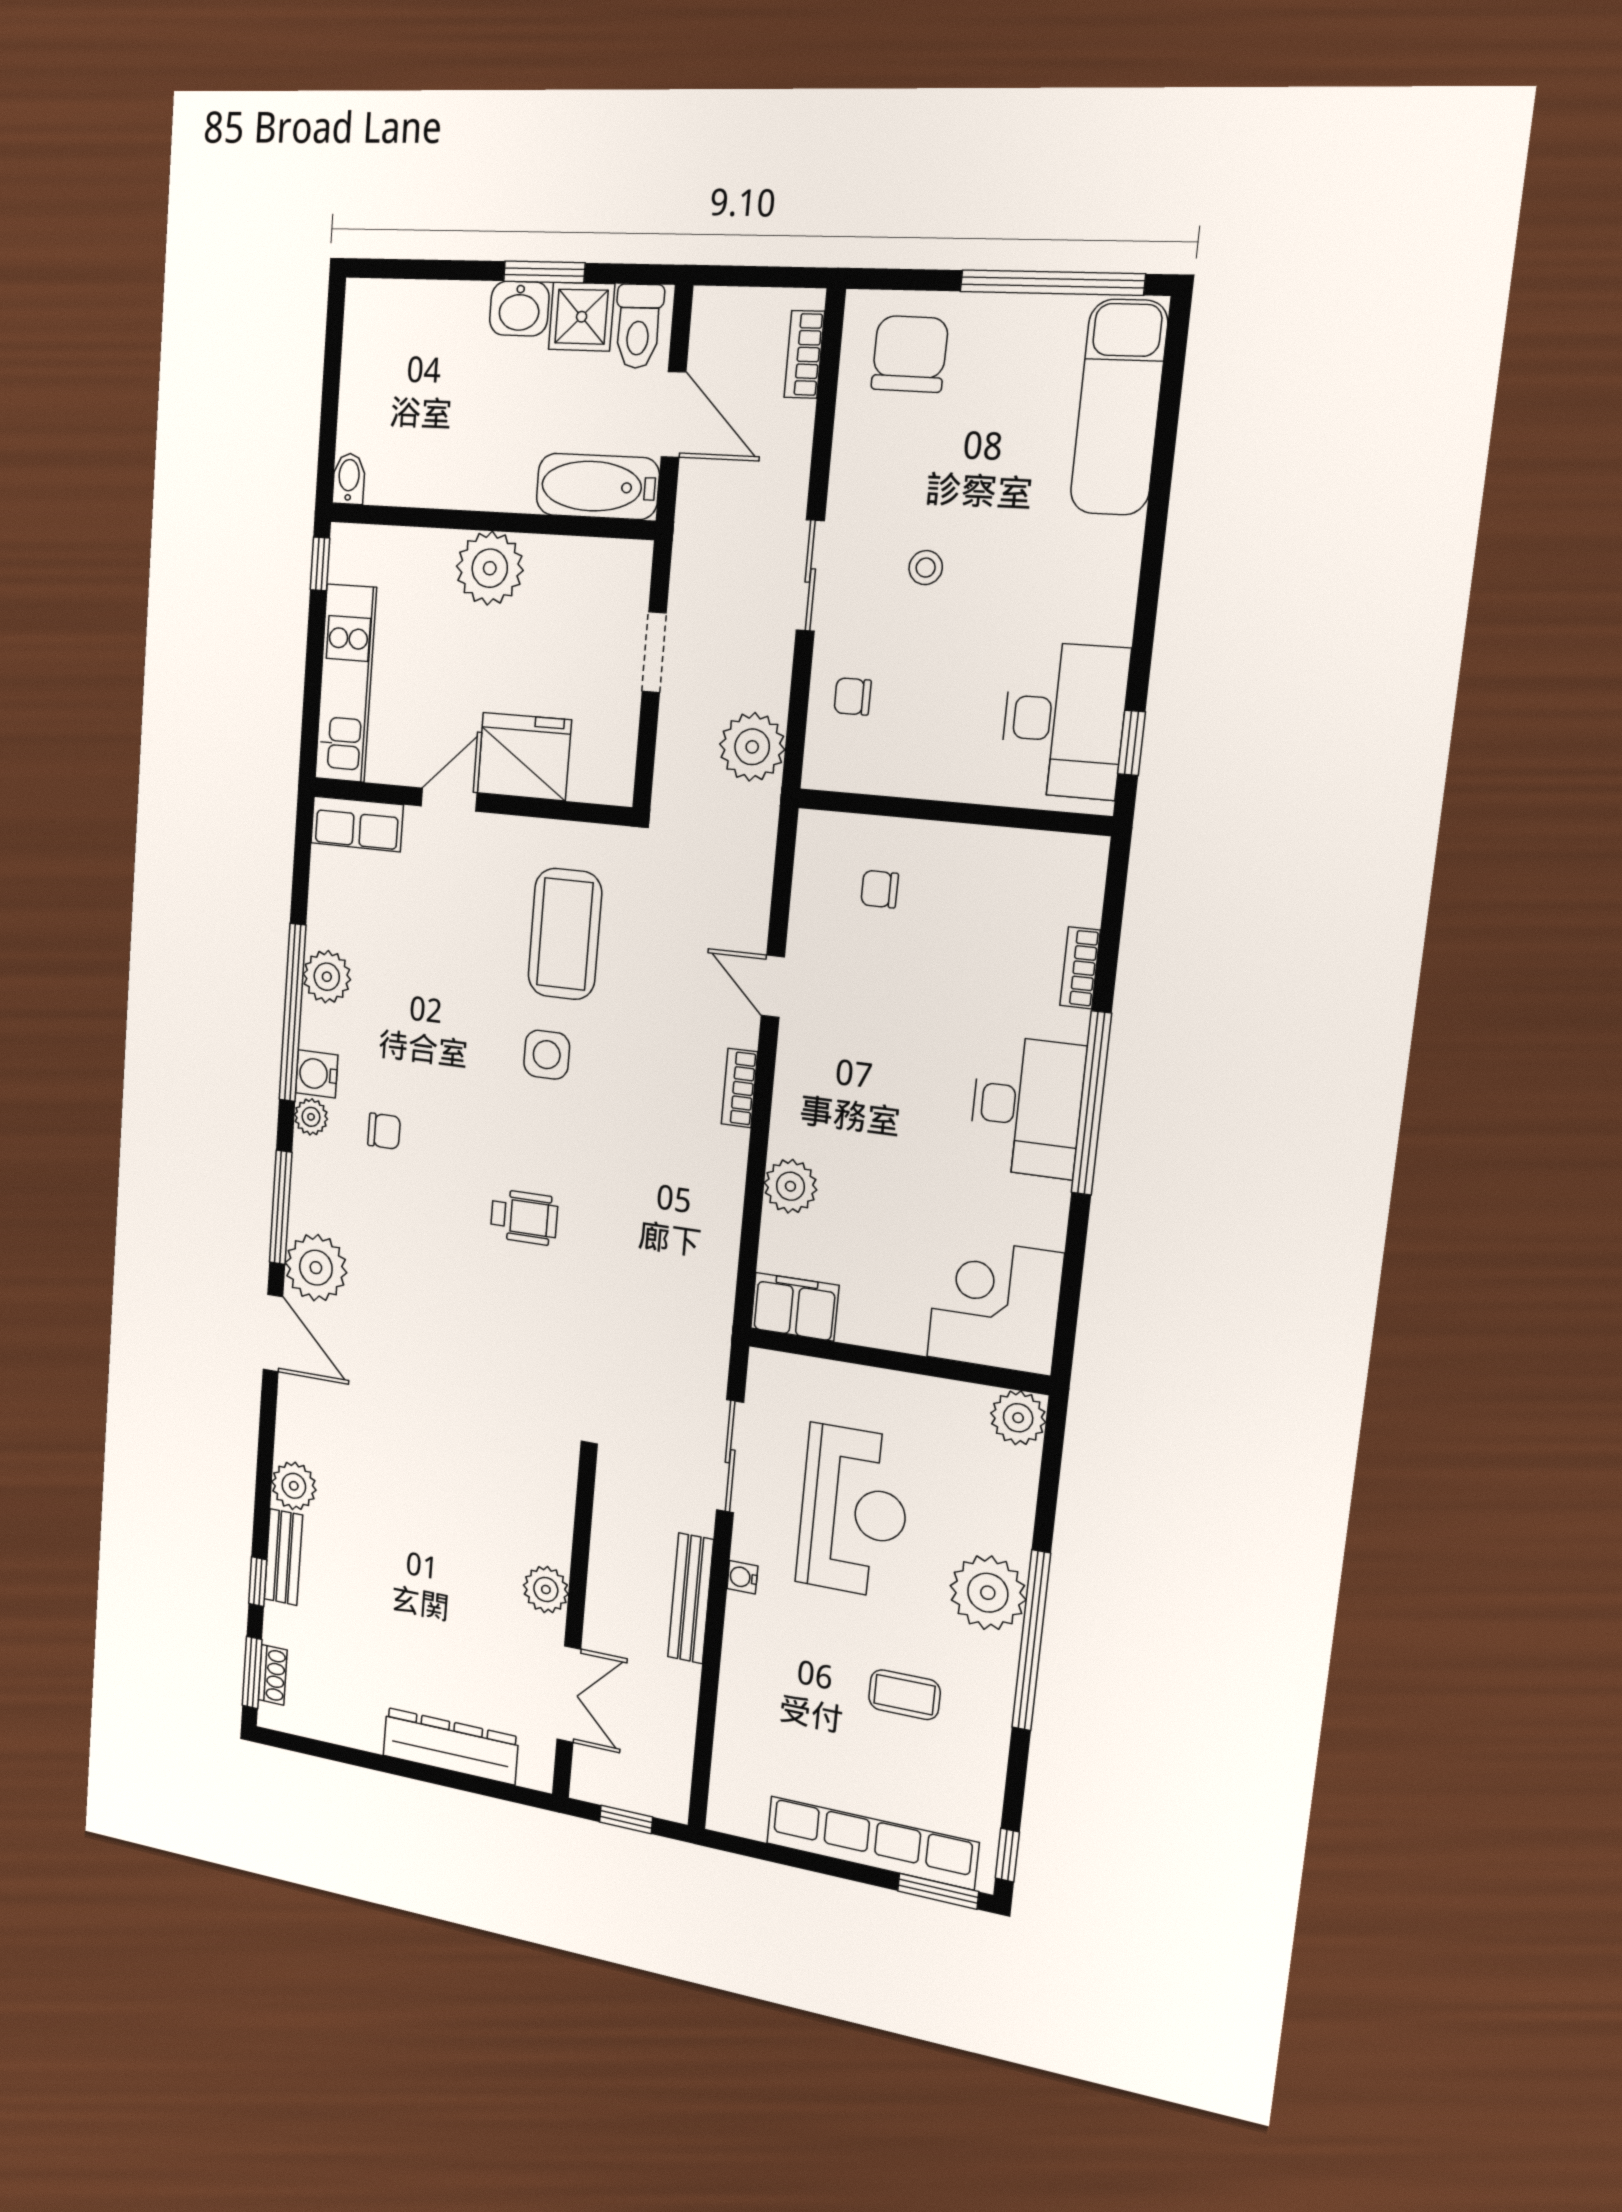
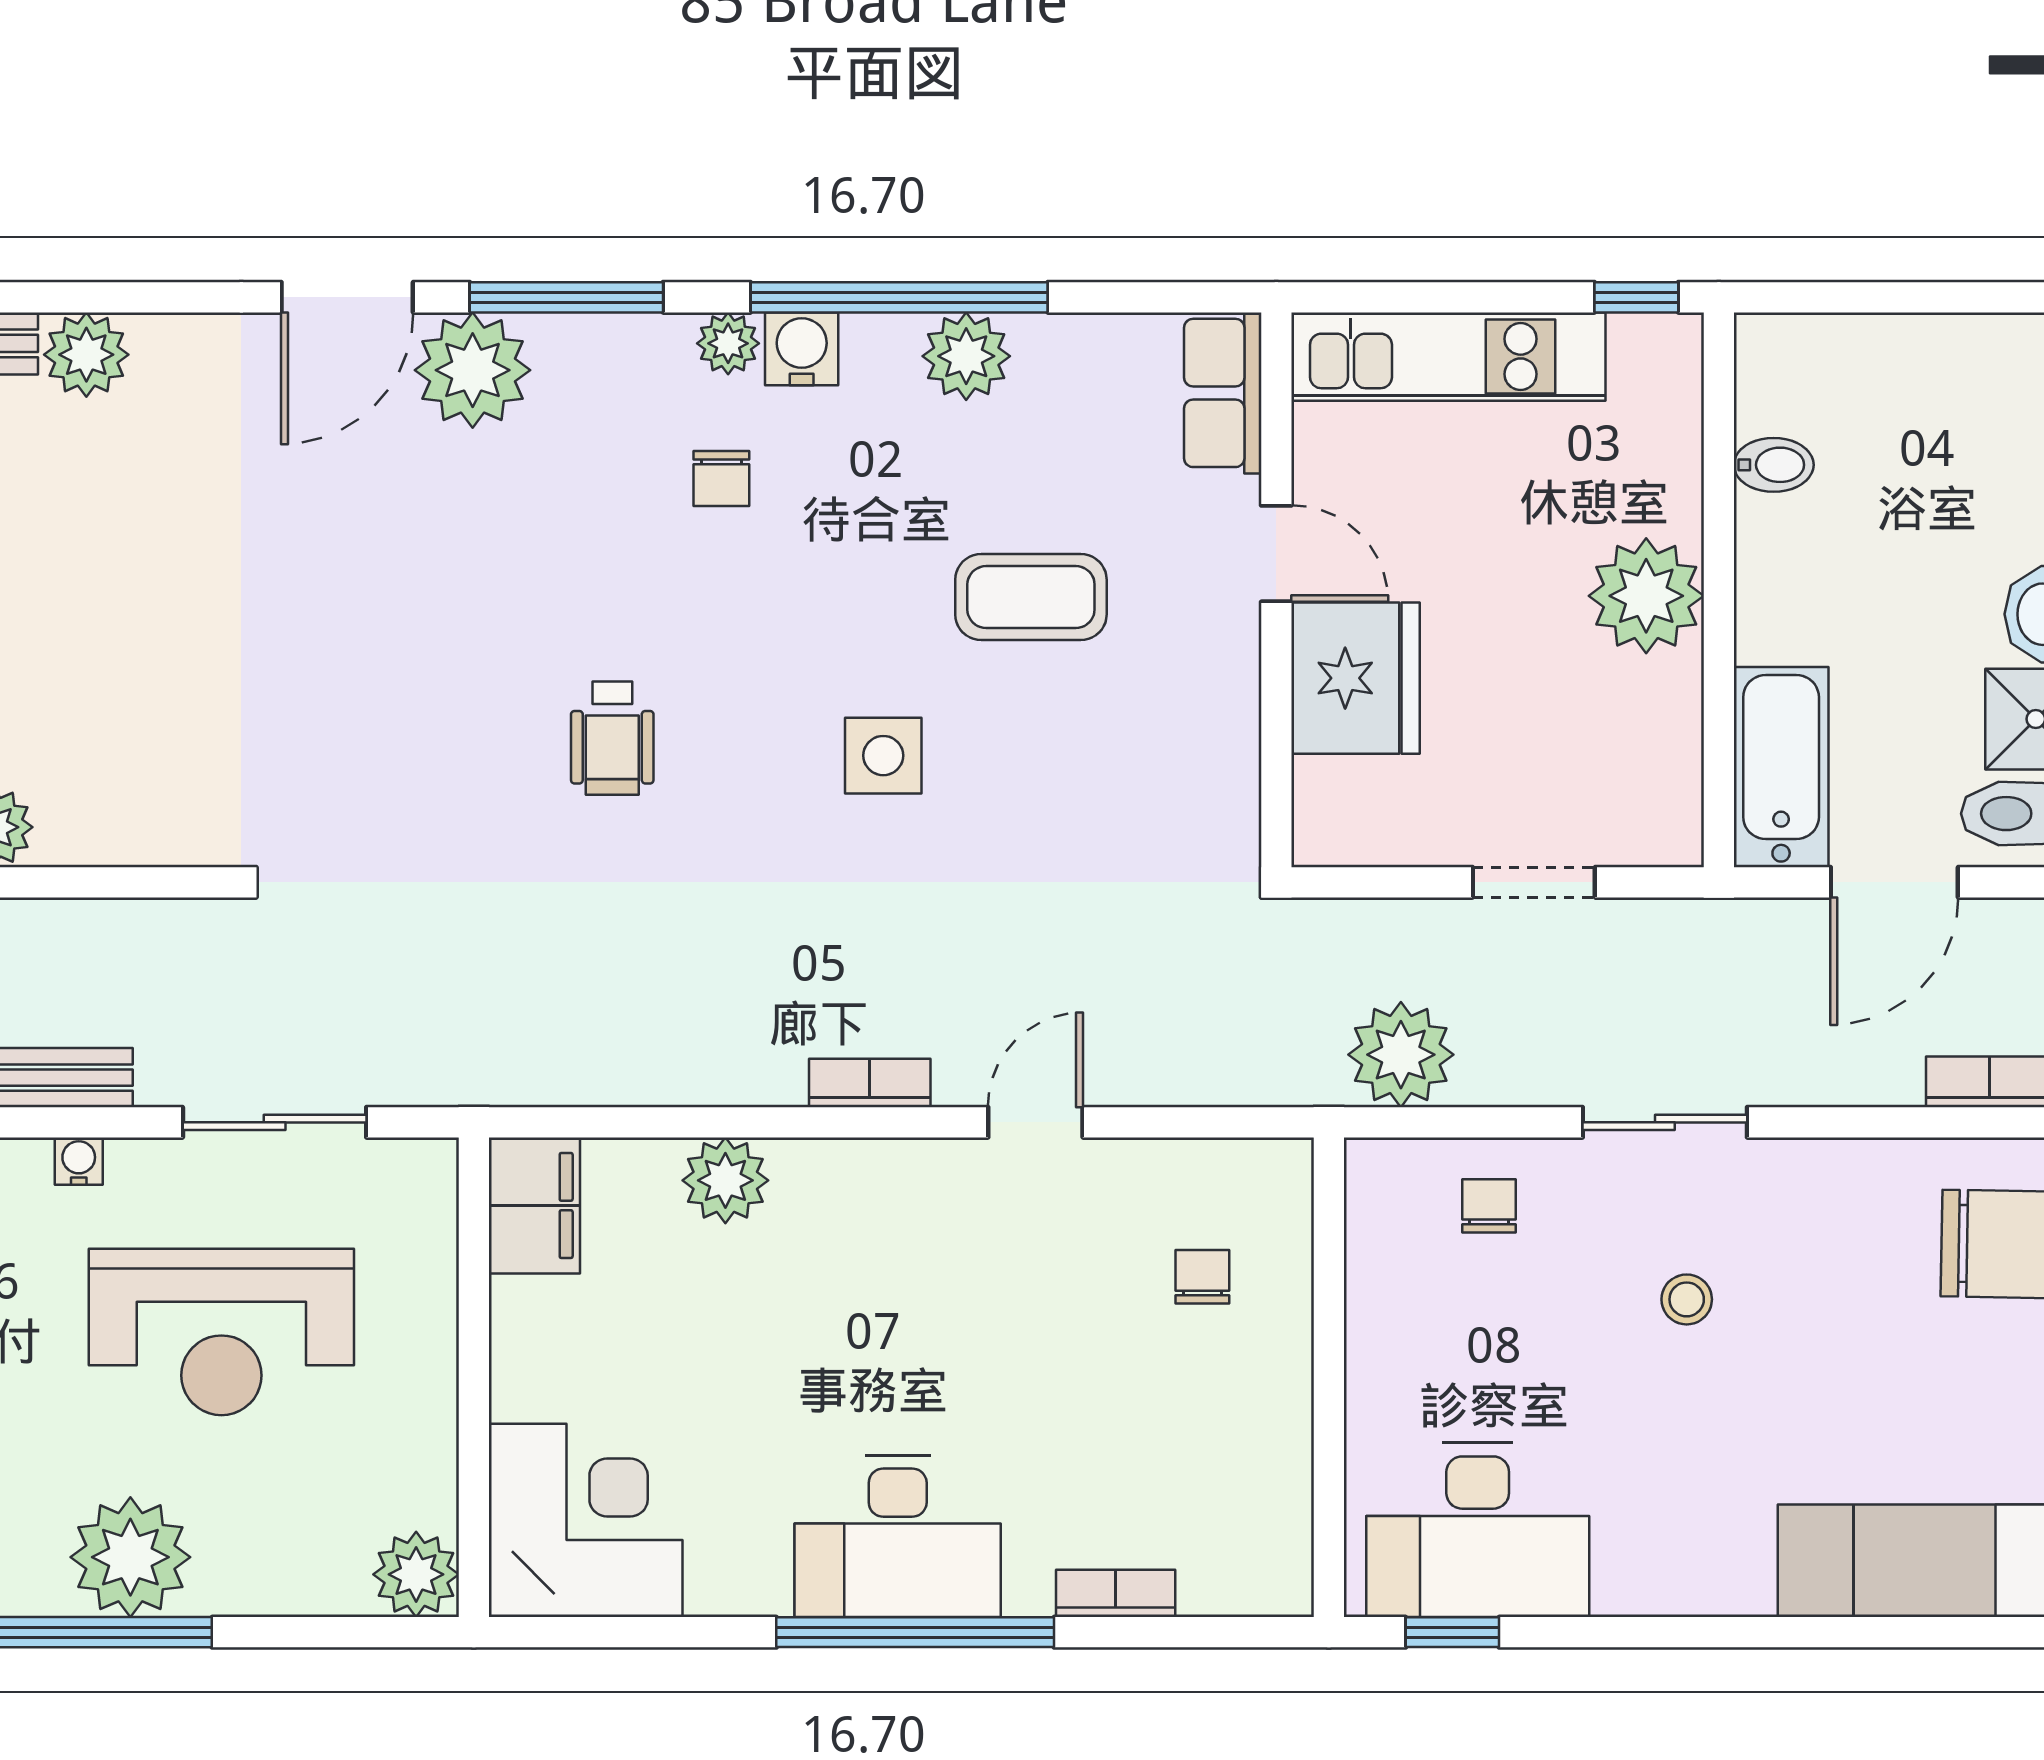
bidet: (349, 479) -> (1774, 465), moved
coffee table: (565, 934) -> (1031, 597), moved, width x0.73, depth x0.76

